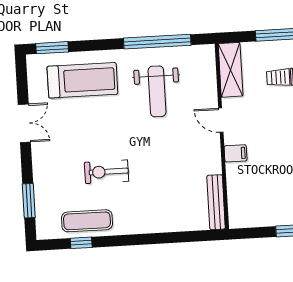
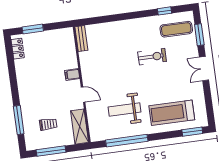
weight bench: (157, 91) -> (124, 109), turned -90
double door: (24, 123) -> (204, 69), moved
bench: (216, 202) -> (81, 38), width x0.73
exercise mat: (87, 221) -> (176, 29), moved

